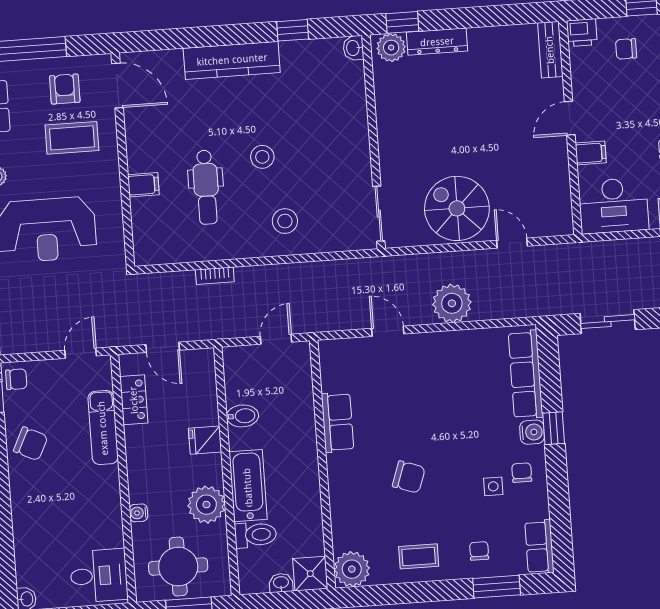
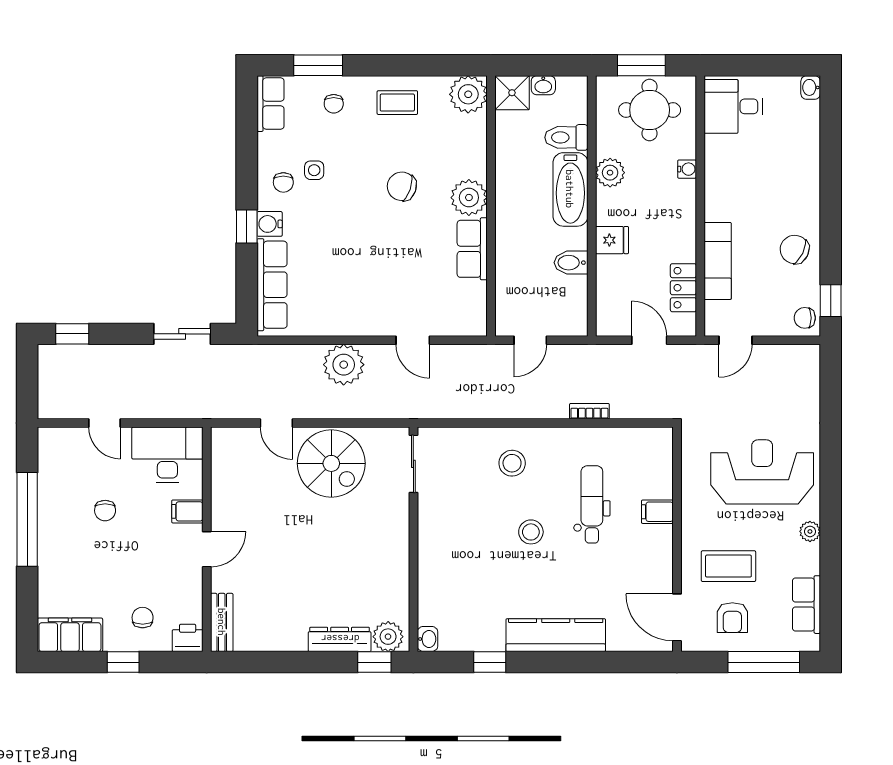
chair: (626, 49) -> (143, 618), turned -90
plant: (344, 471) -> (469, 198), added
plant: (206, 505) -> (610, 173), width x0.73, depth x0.73

